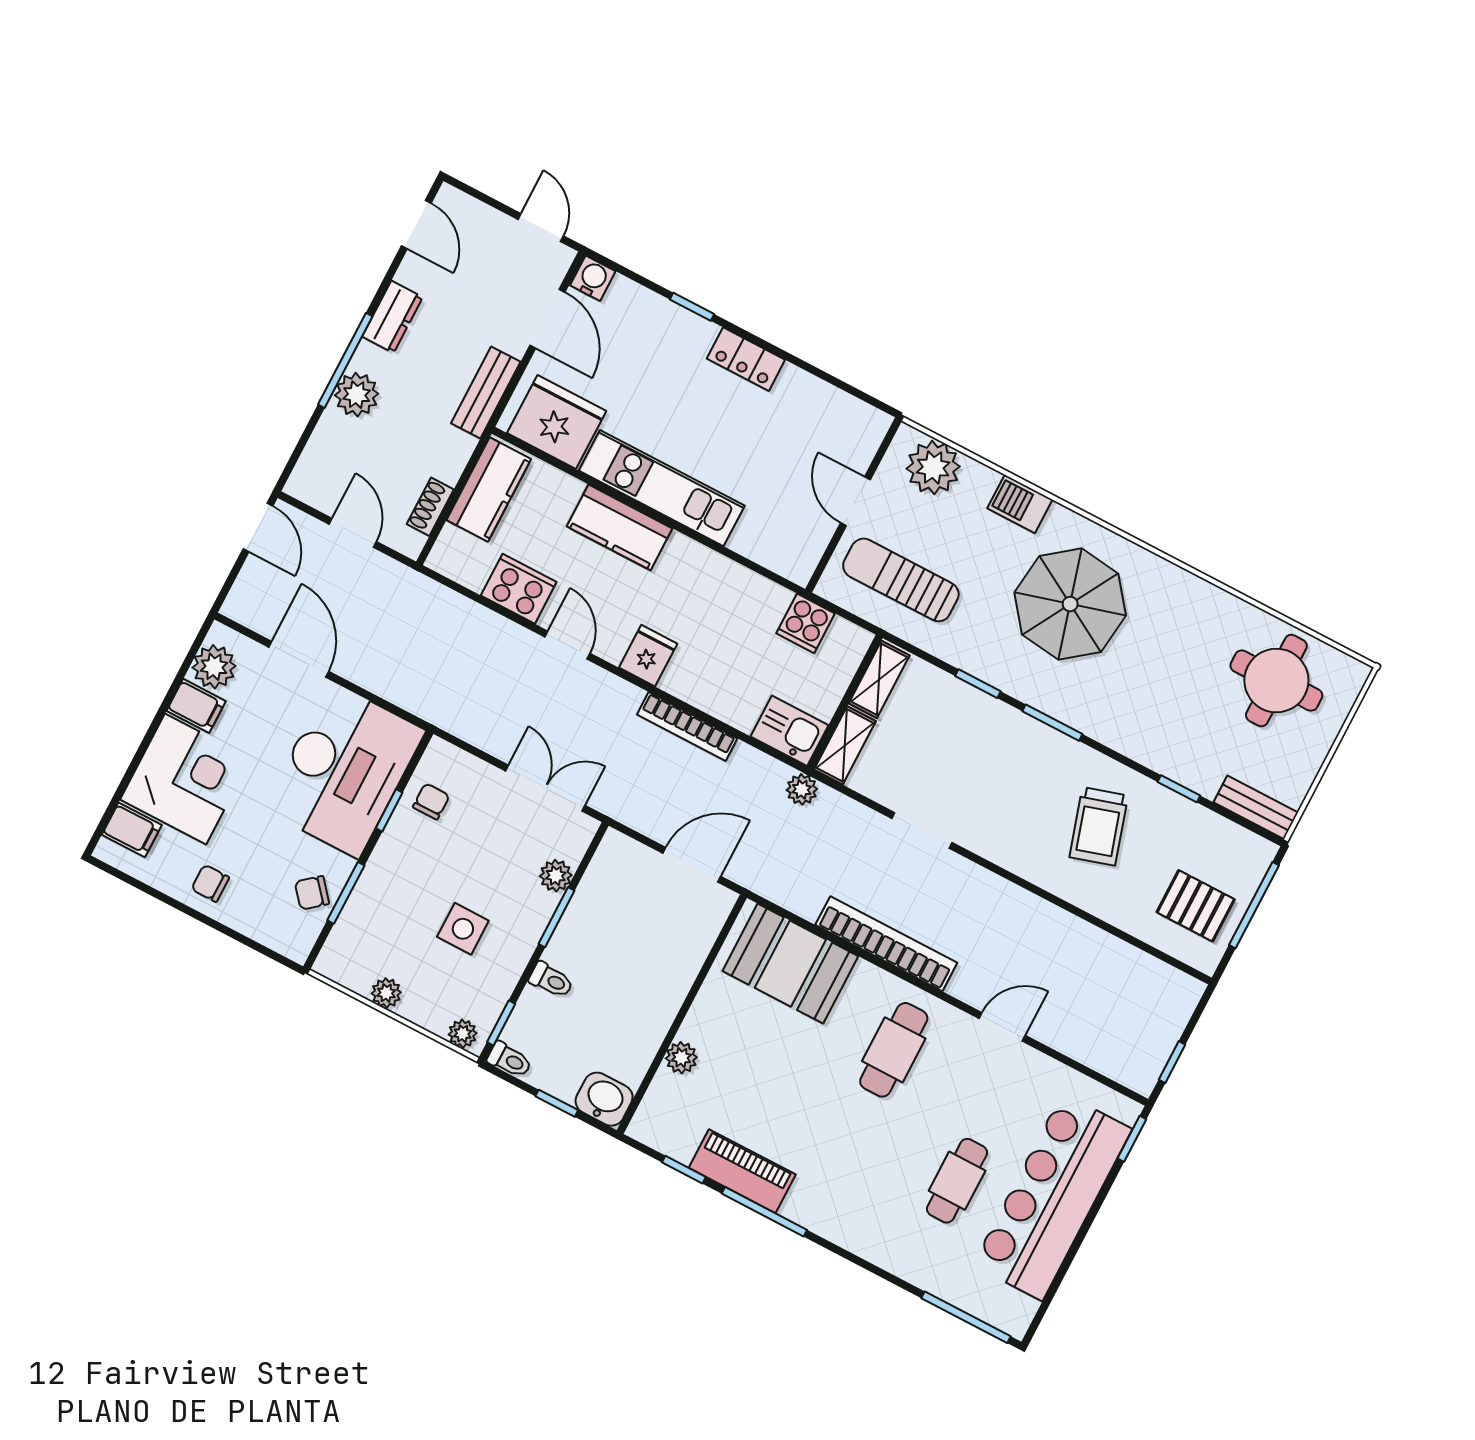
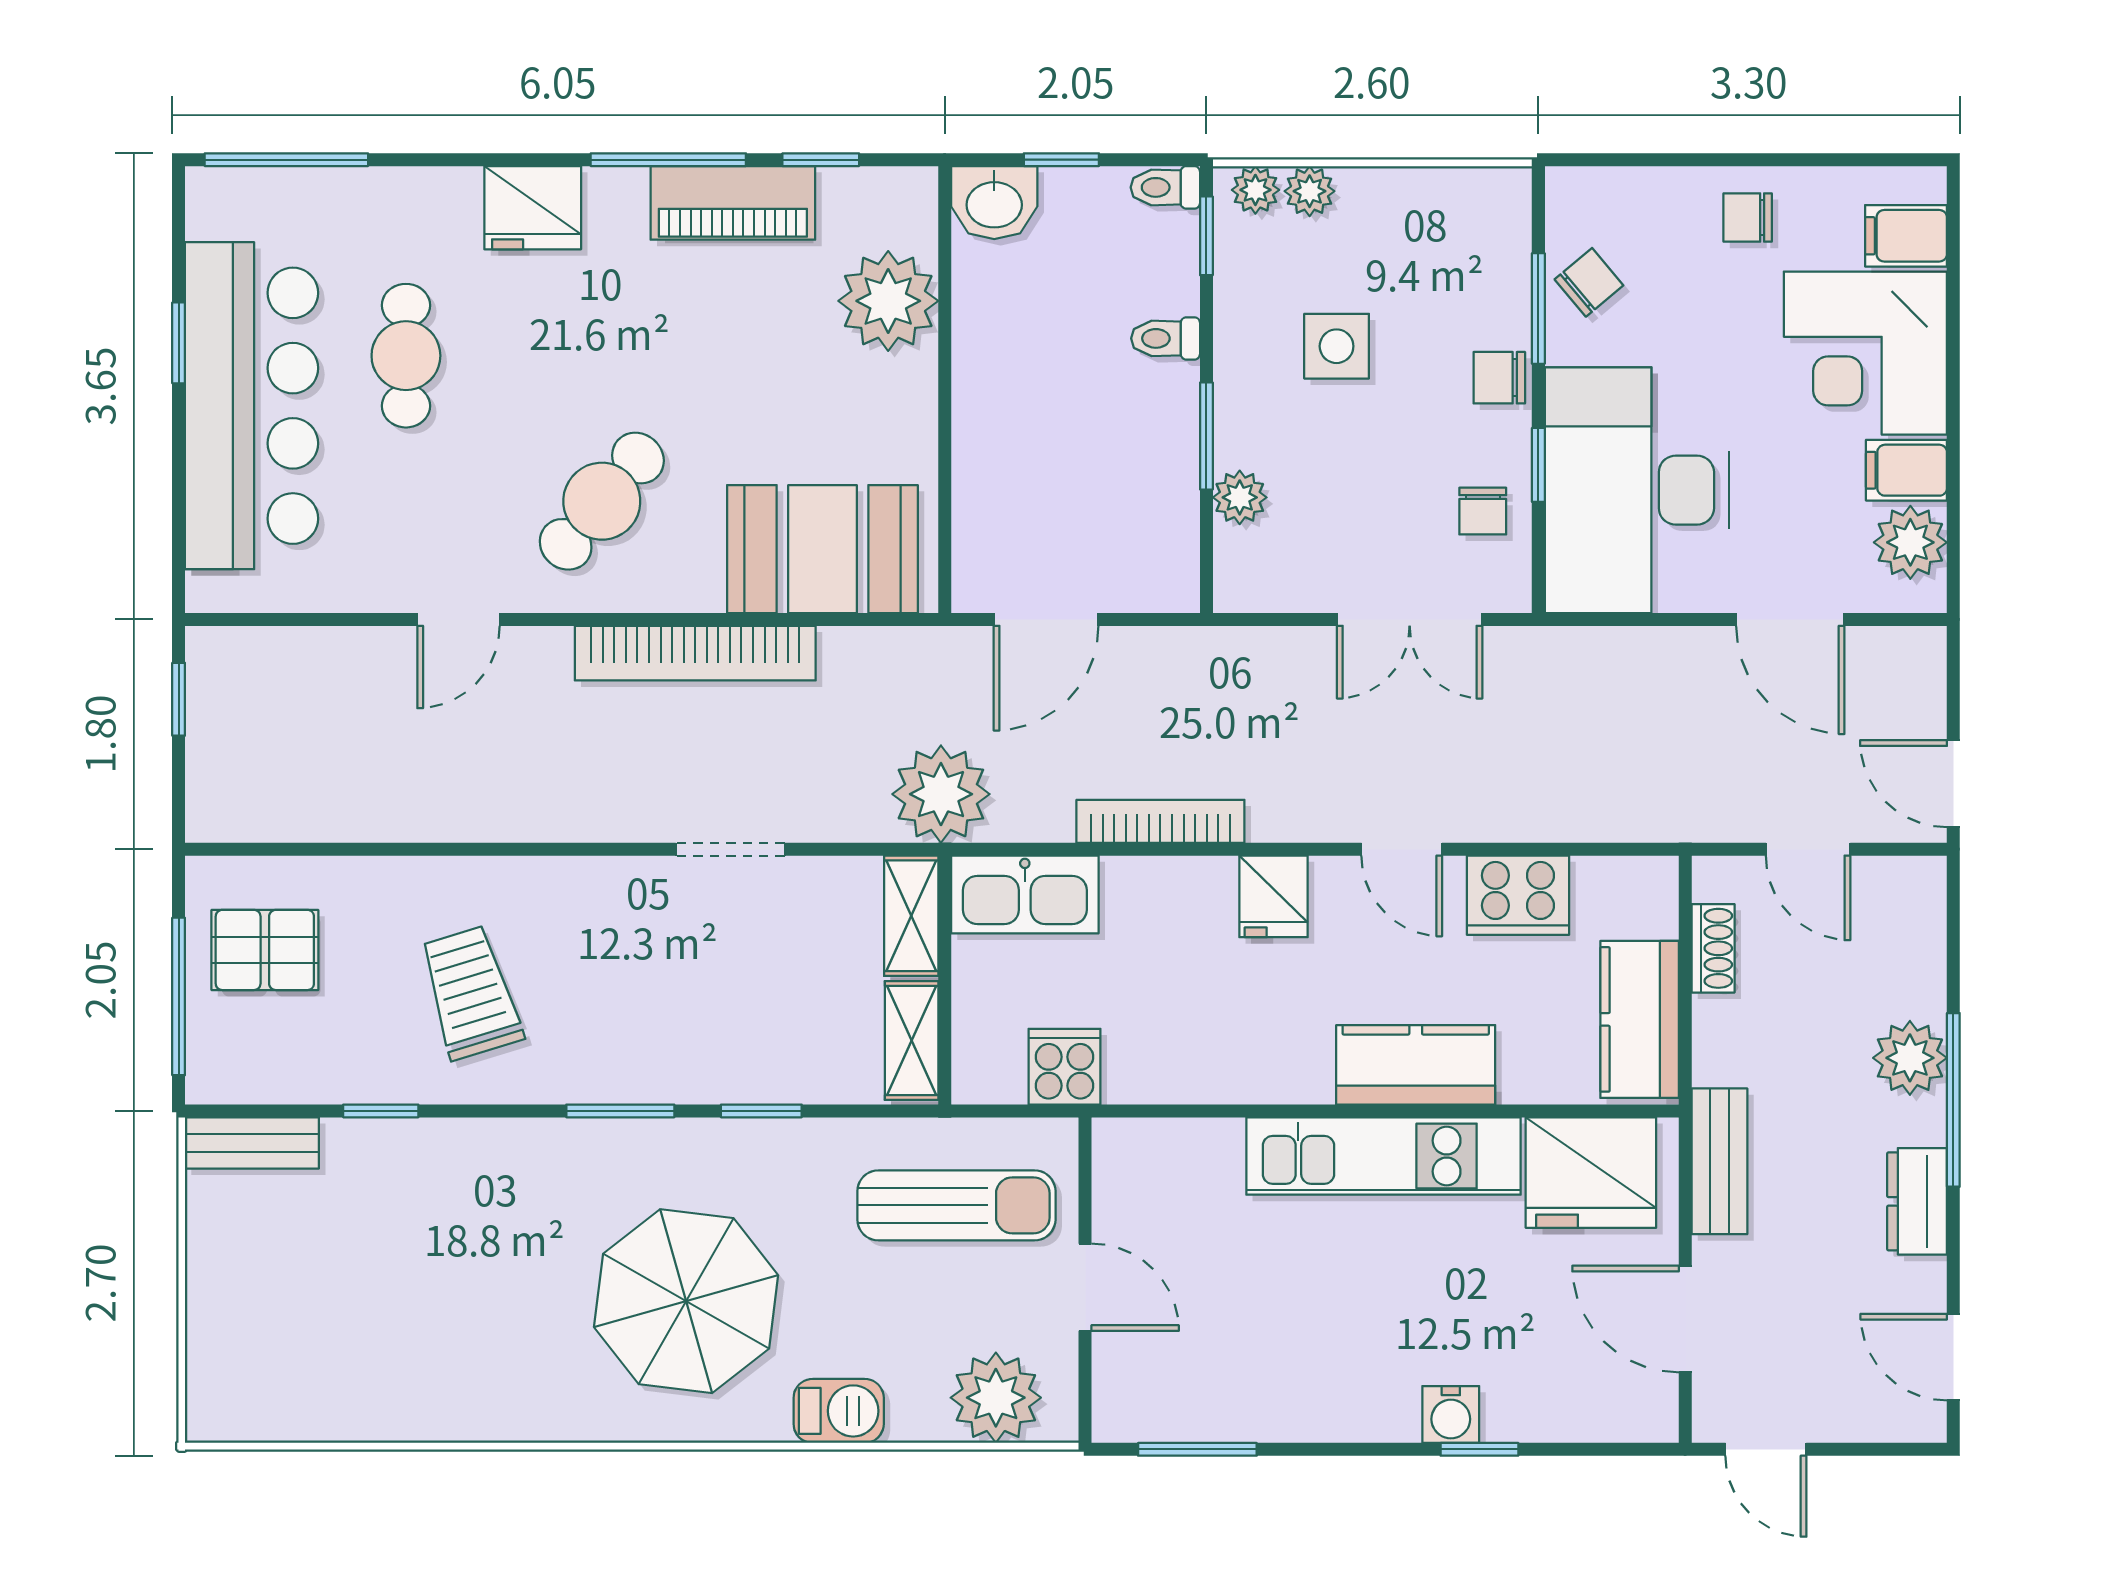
water cooler: (593, 278) -> (1451, 1415), moved
locker: (746, 359) -> (1358, 1413), removed
window: (841, 385) -> (1197, 1449), added
round table: (1276, 681) -> (320, 1348), removed
kitchen sink: (790, 731) -> (1025, 895), width x1.38
double door: (545, 788) -> (1410, 619), moved
plant: (802, 789) -> (941, 794), width x1.87, depth x1.87
chair: (386, 867) -> (1499, 378), added
chair: (210, 883) -> (1748, 218), turned 180
plant: (386, 993) -> (1310, 191), moved
cafe table: (894, 1050) -> (602, 501), turned 40
plant: (681, 1058) -> (888, 301), width x1.87, depth x1.87
window: (1132, 1139) -> (179, 343), moved
fridge: (849, 1224) -> (533, 208), added

